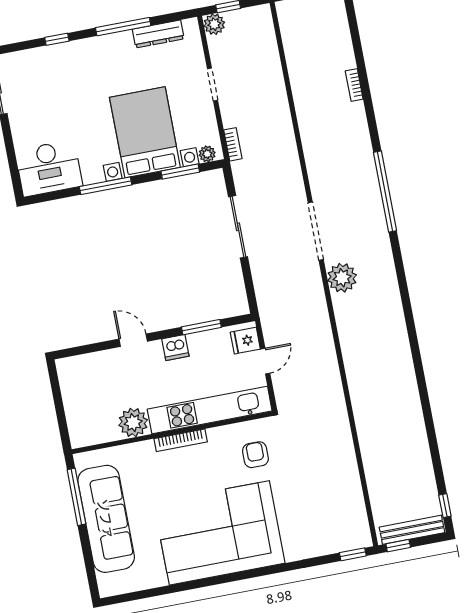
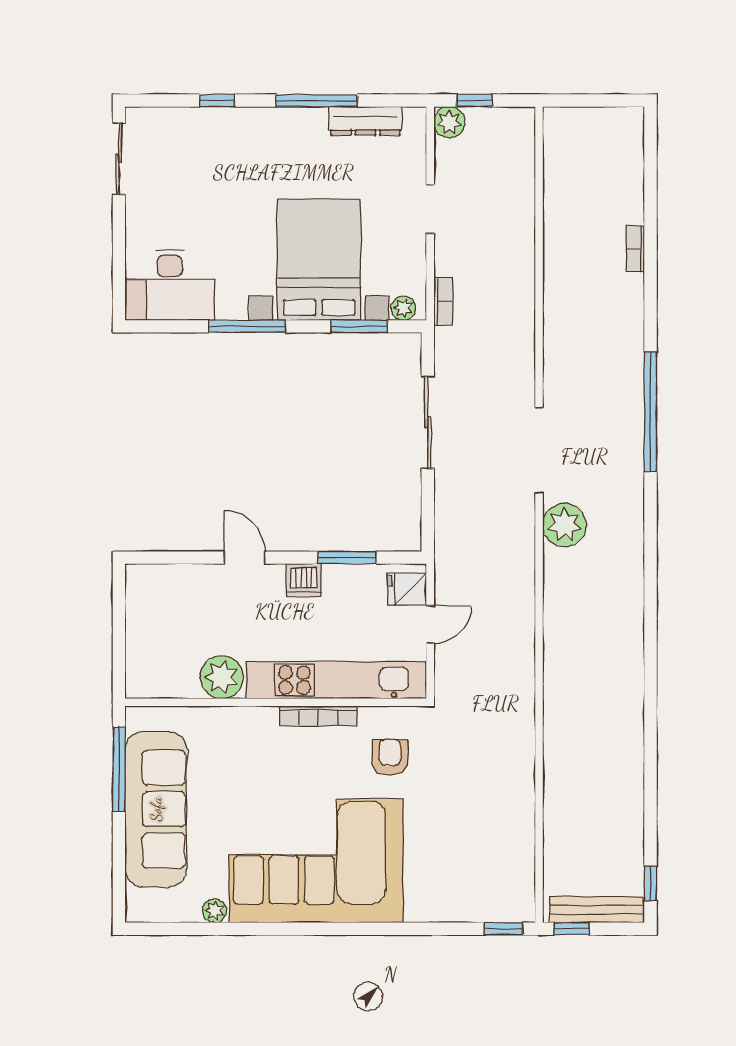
bookcase: (181, 440) -> (318, 716), moved
plant: (158, 579) -> (215, 911), added

